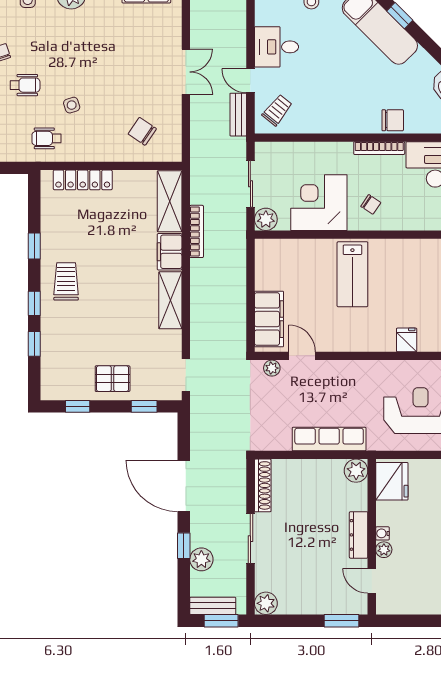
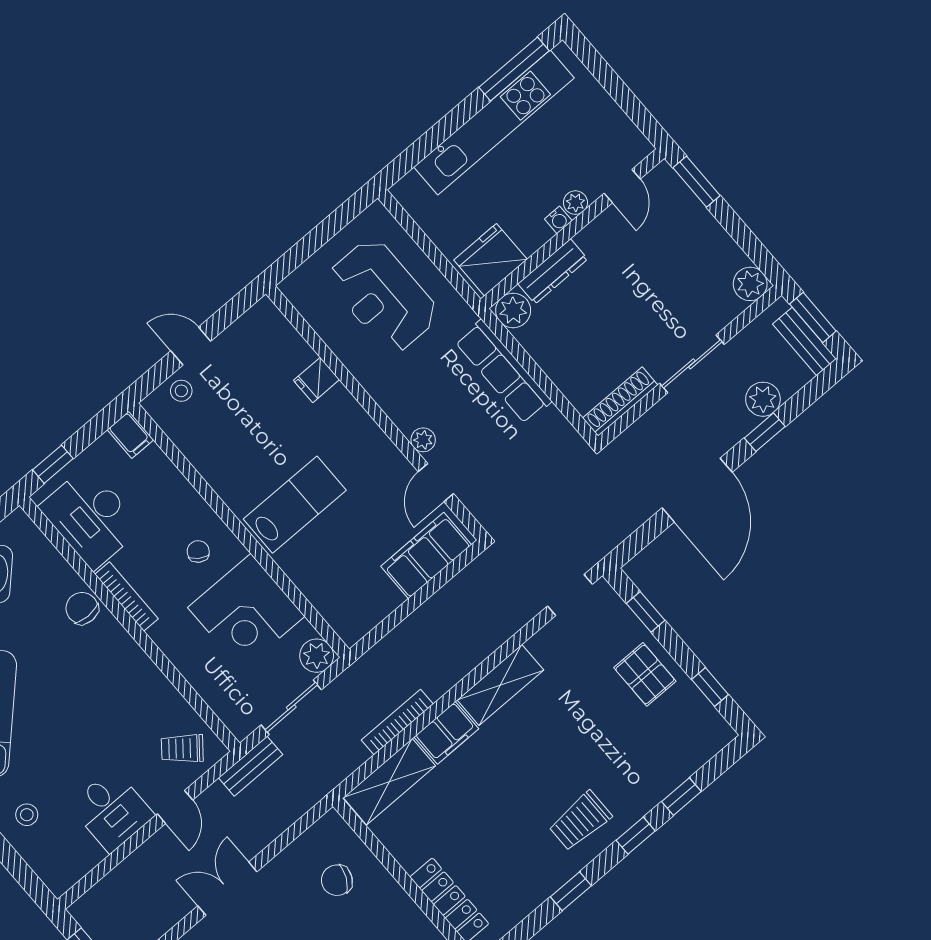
bench: (238, 115) -> (251, 766), moved
chair: (142, 131) -> (337, 880), turned 82
plant: (272, 368) -> (423, 440), moved
dresser: (359, 535) -> (553, 271), moved

